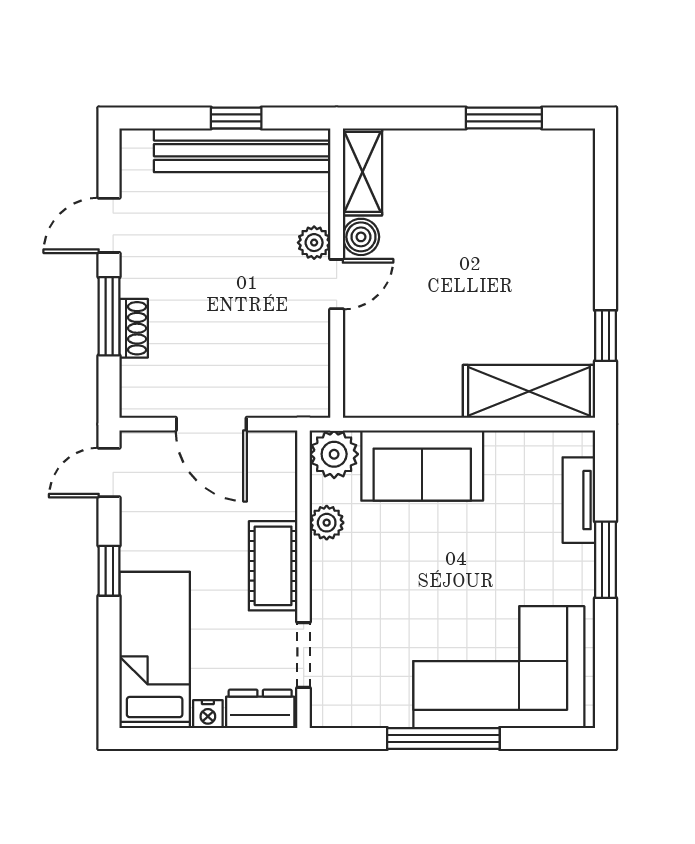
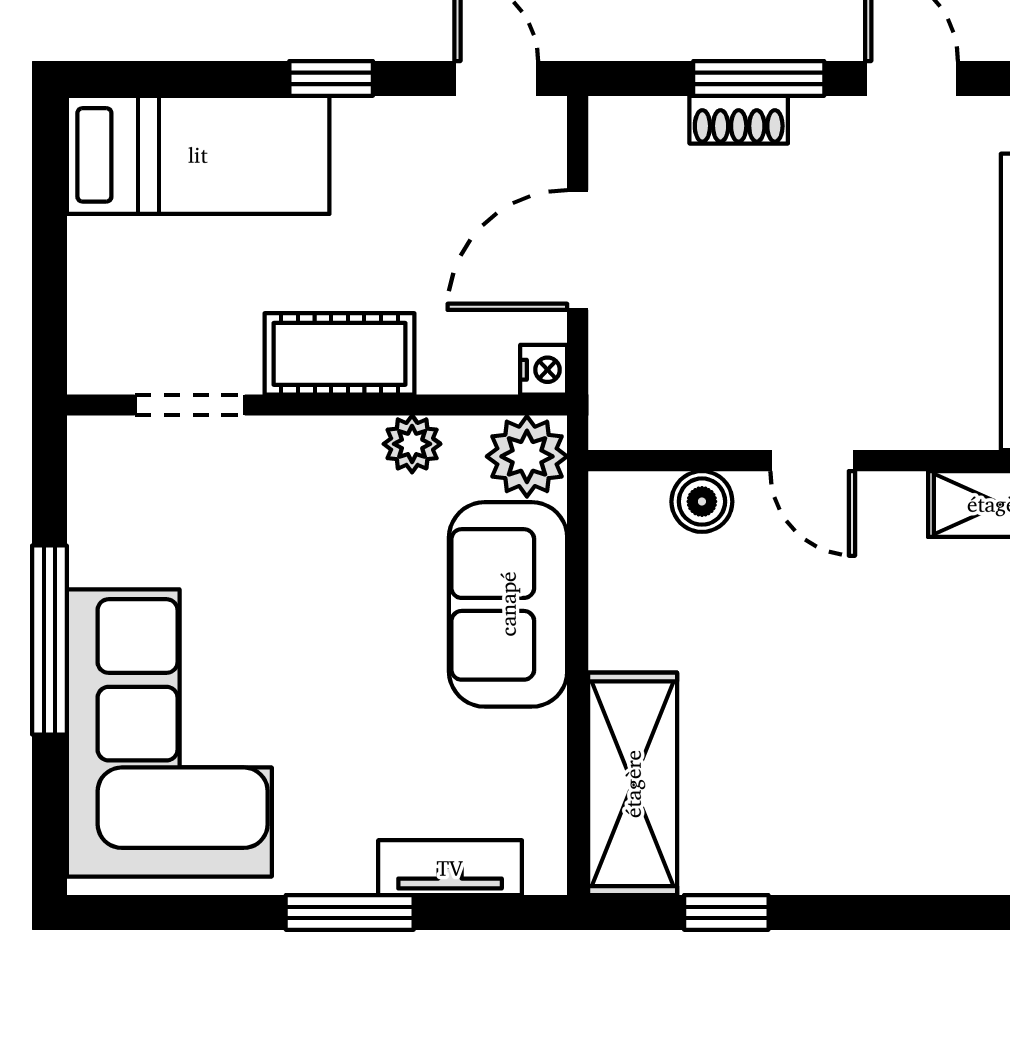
boiler: (361, 237) -> (702, 502), moved
plant: (314, 243) -> (883, 423), removed
dresser: (260, 709) -> (99, 332), removed
nightstand: (208, 714) -> (544, 370), moved, turned 180

